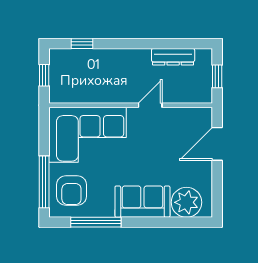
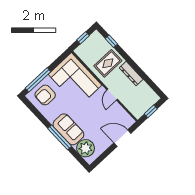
dresser: (173, 57) -> (131, 74), moved
rug: (106, 74) -> (108, 63), added
door: (150, 105) -> (112, 95), swing flipped
window: (96, 222) -> (60, 137), moved

